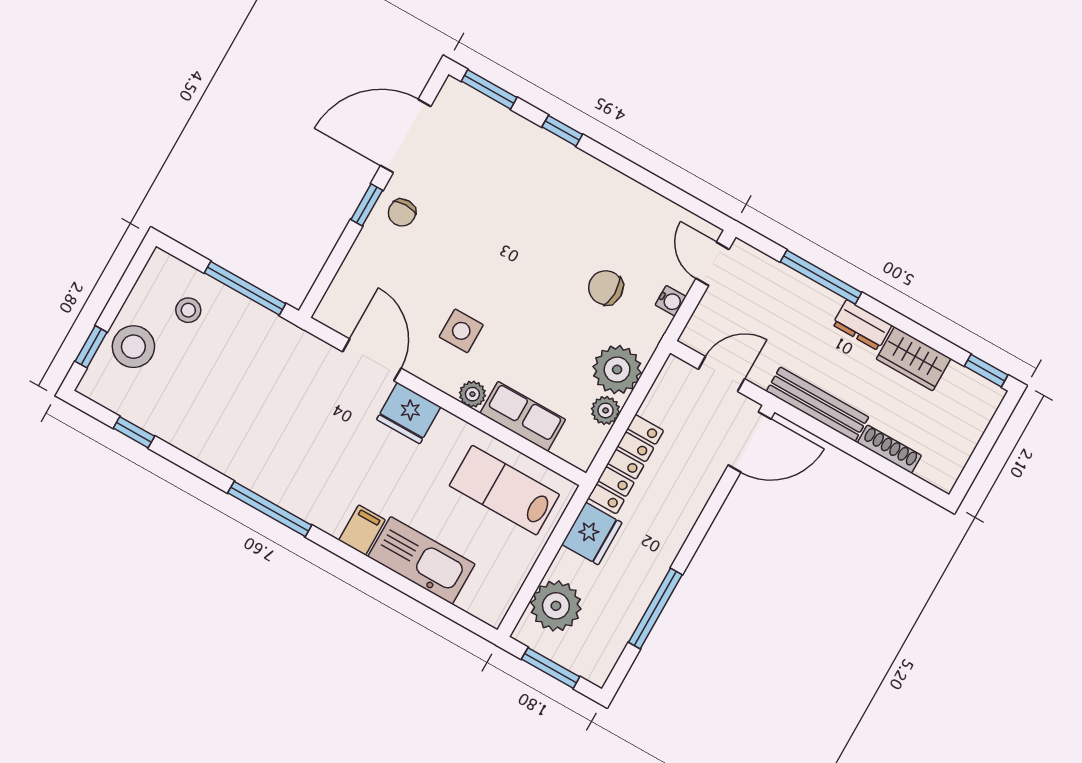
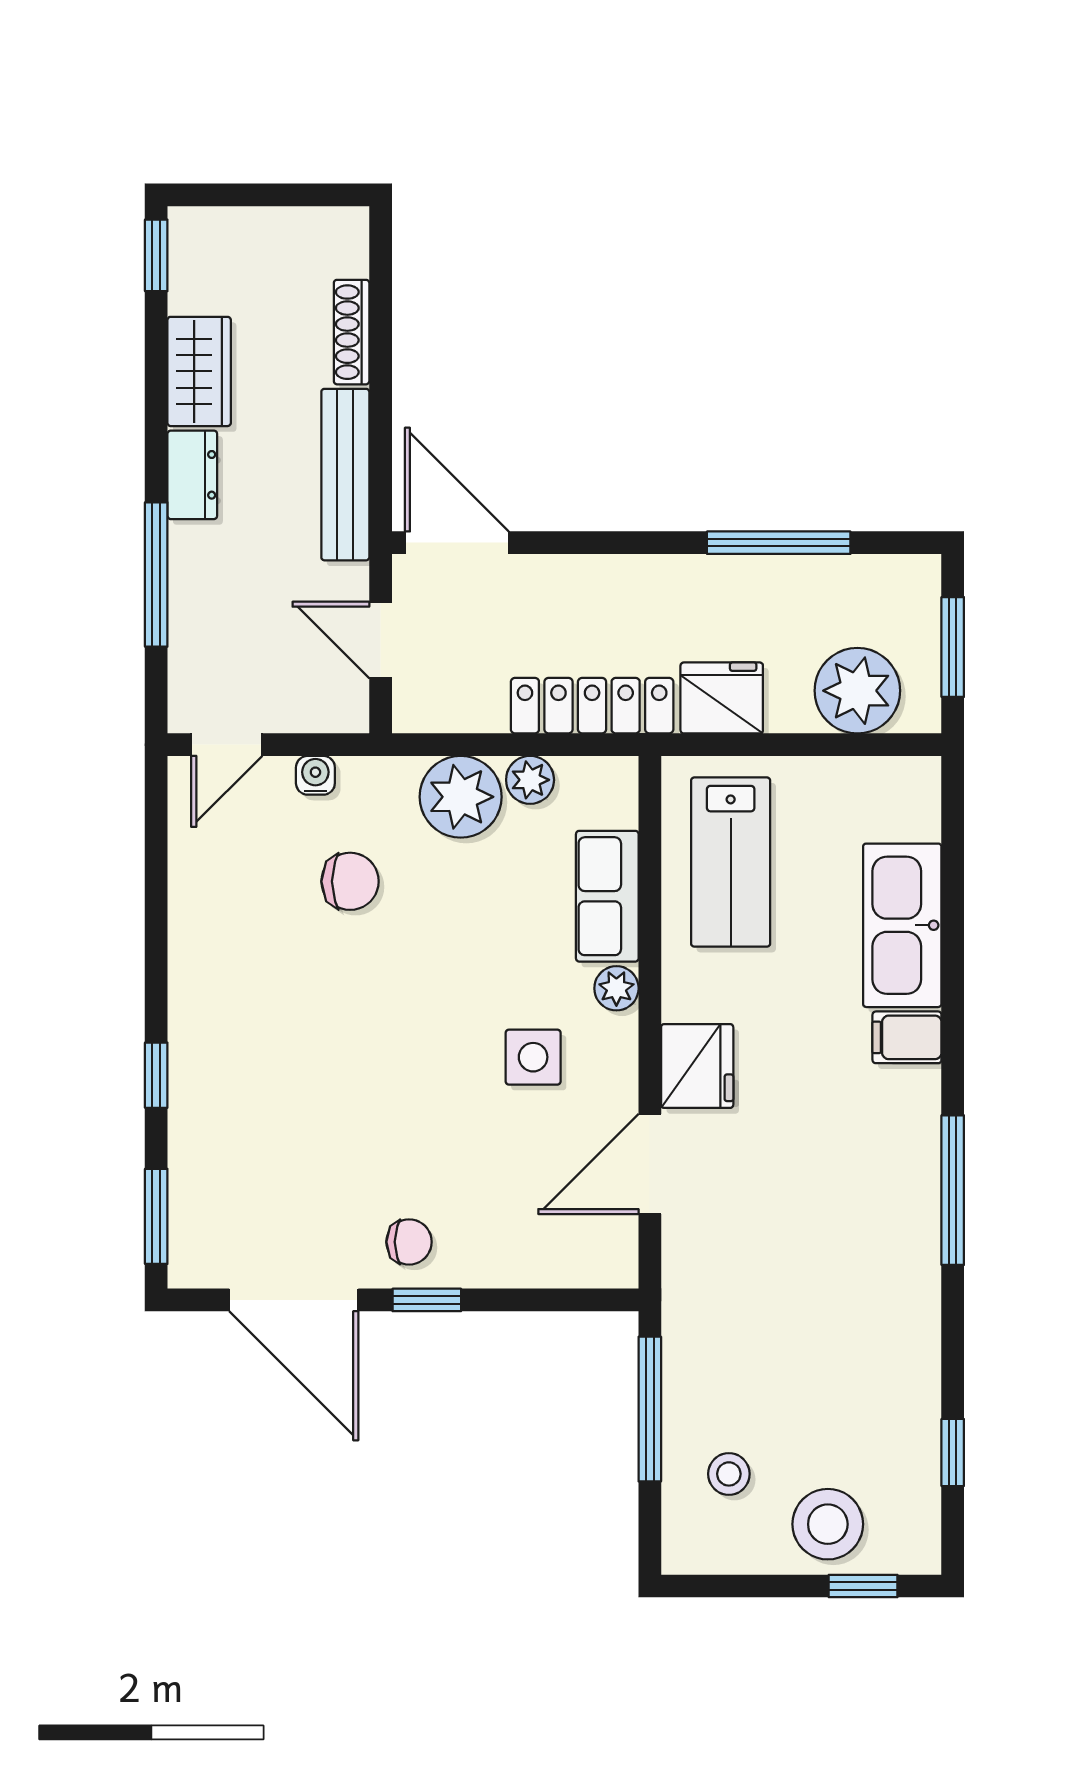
chair: (606, 288) -> (350, 881), turned -90

